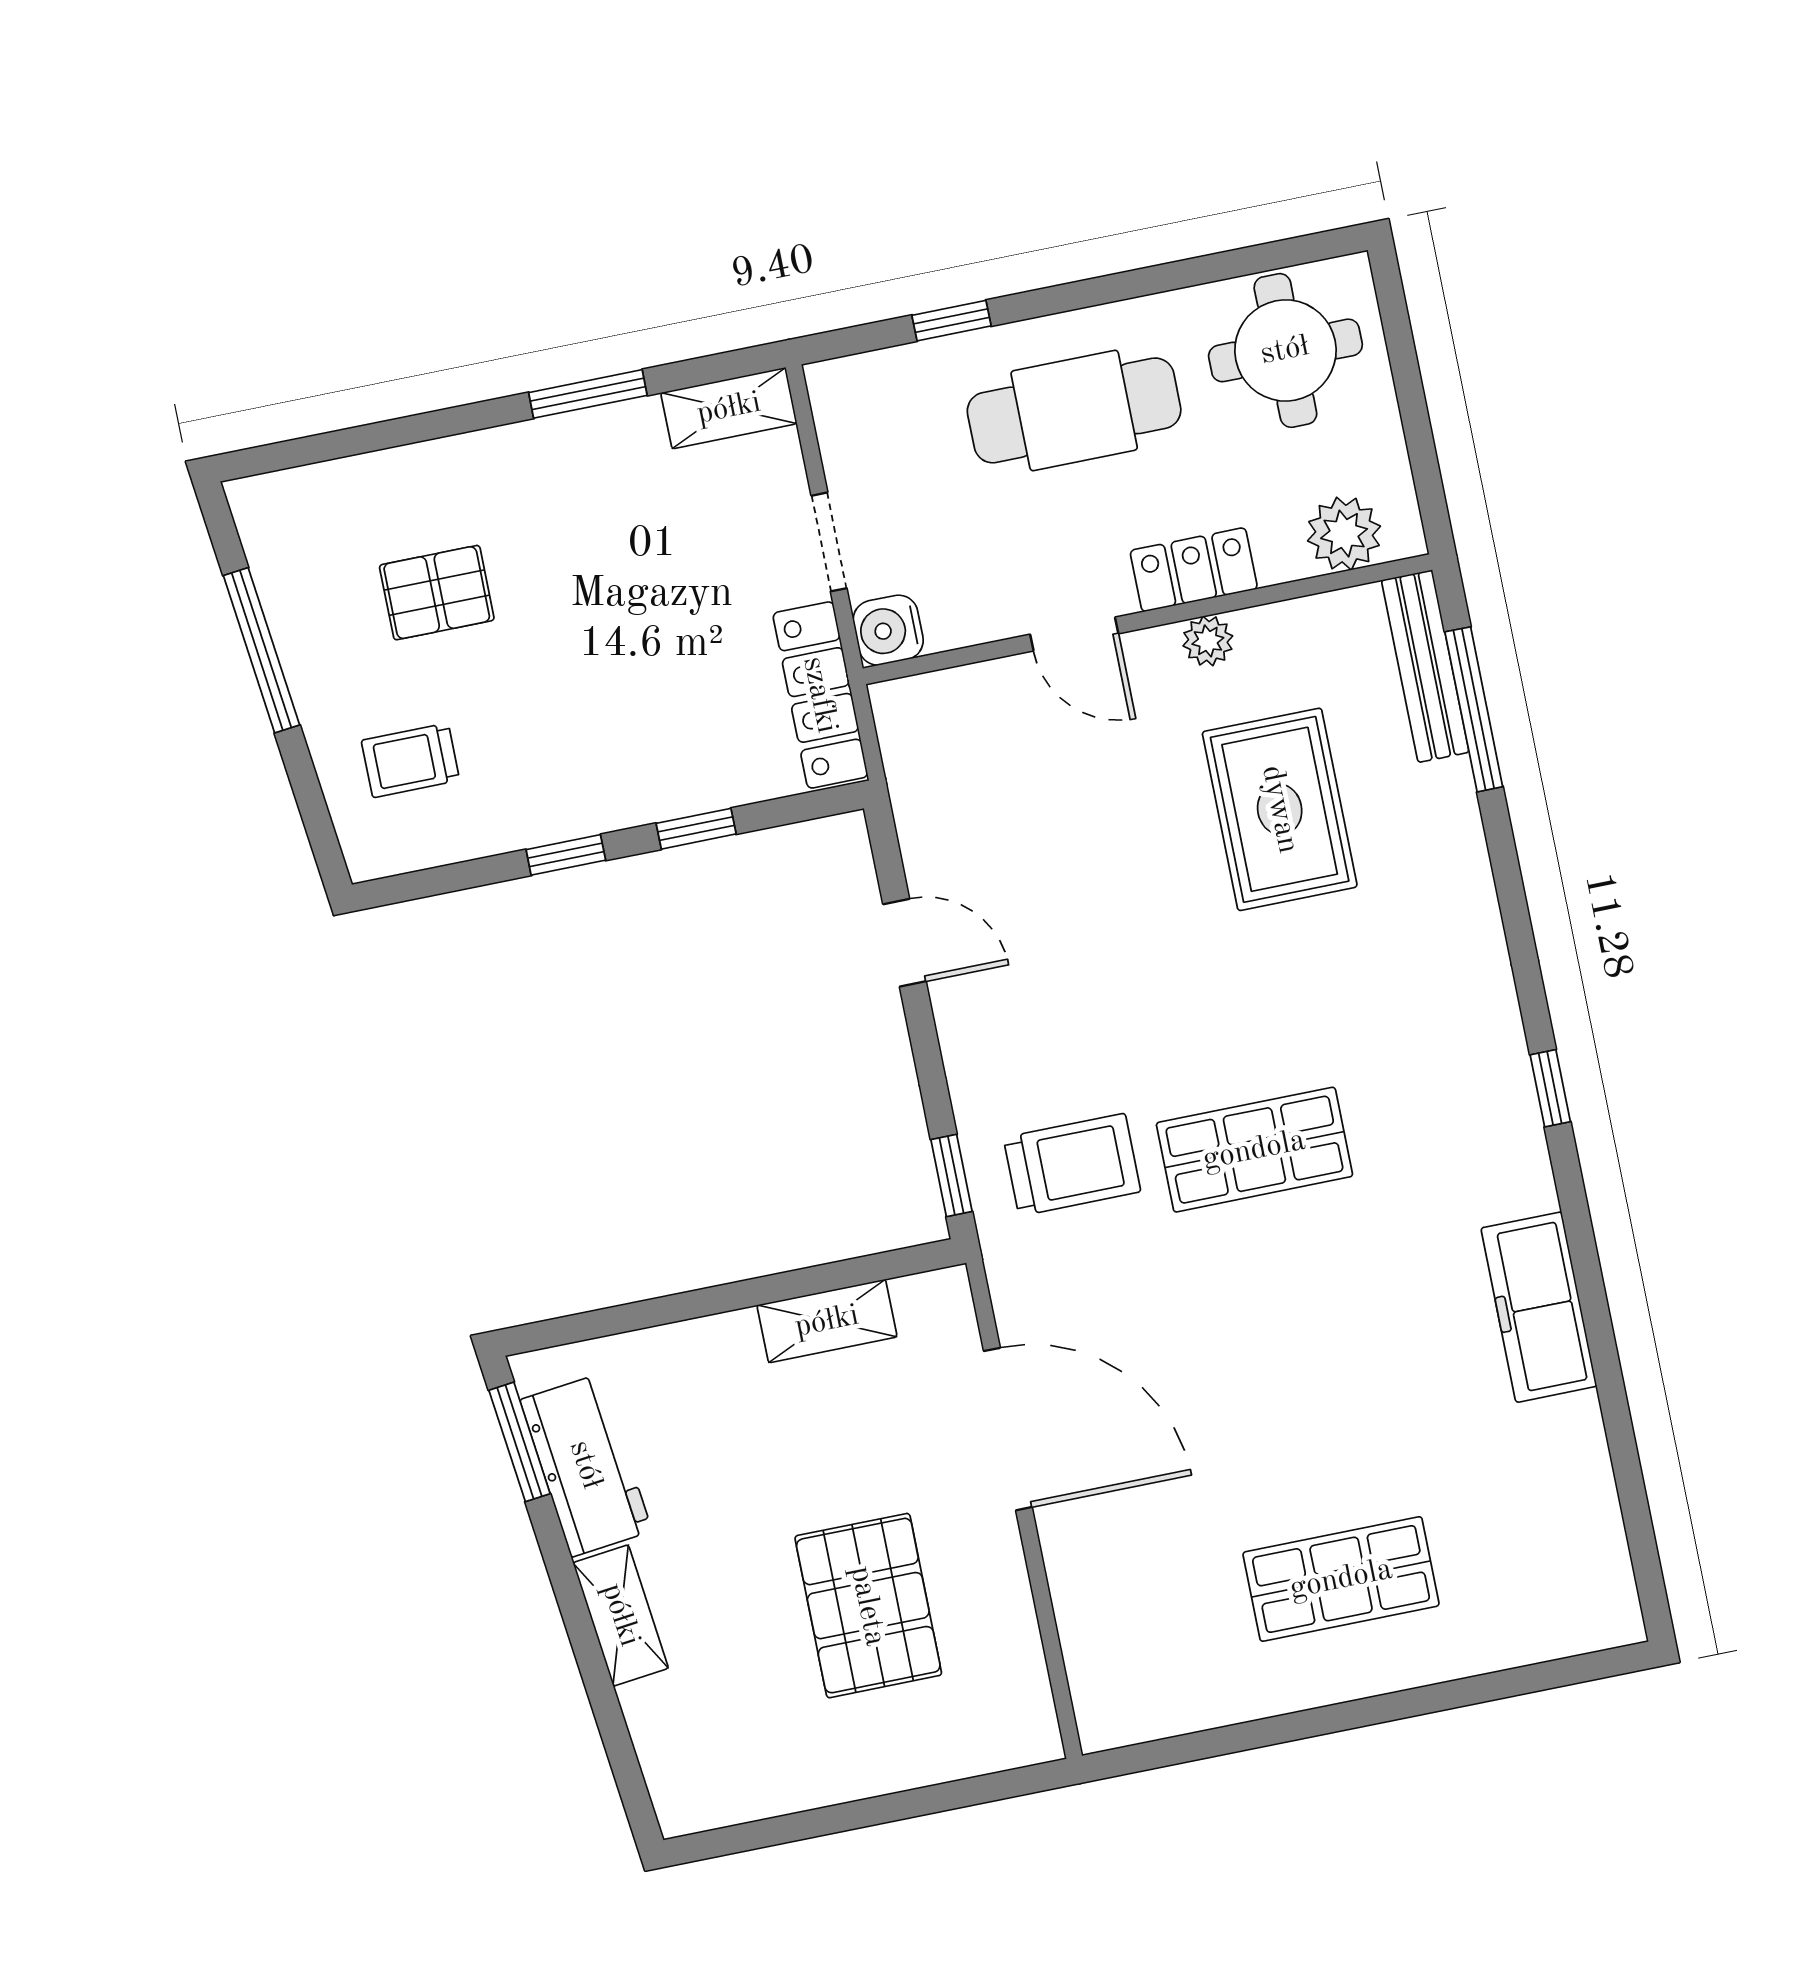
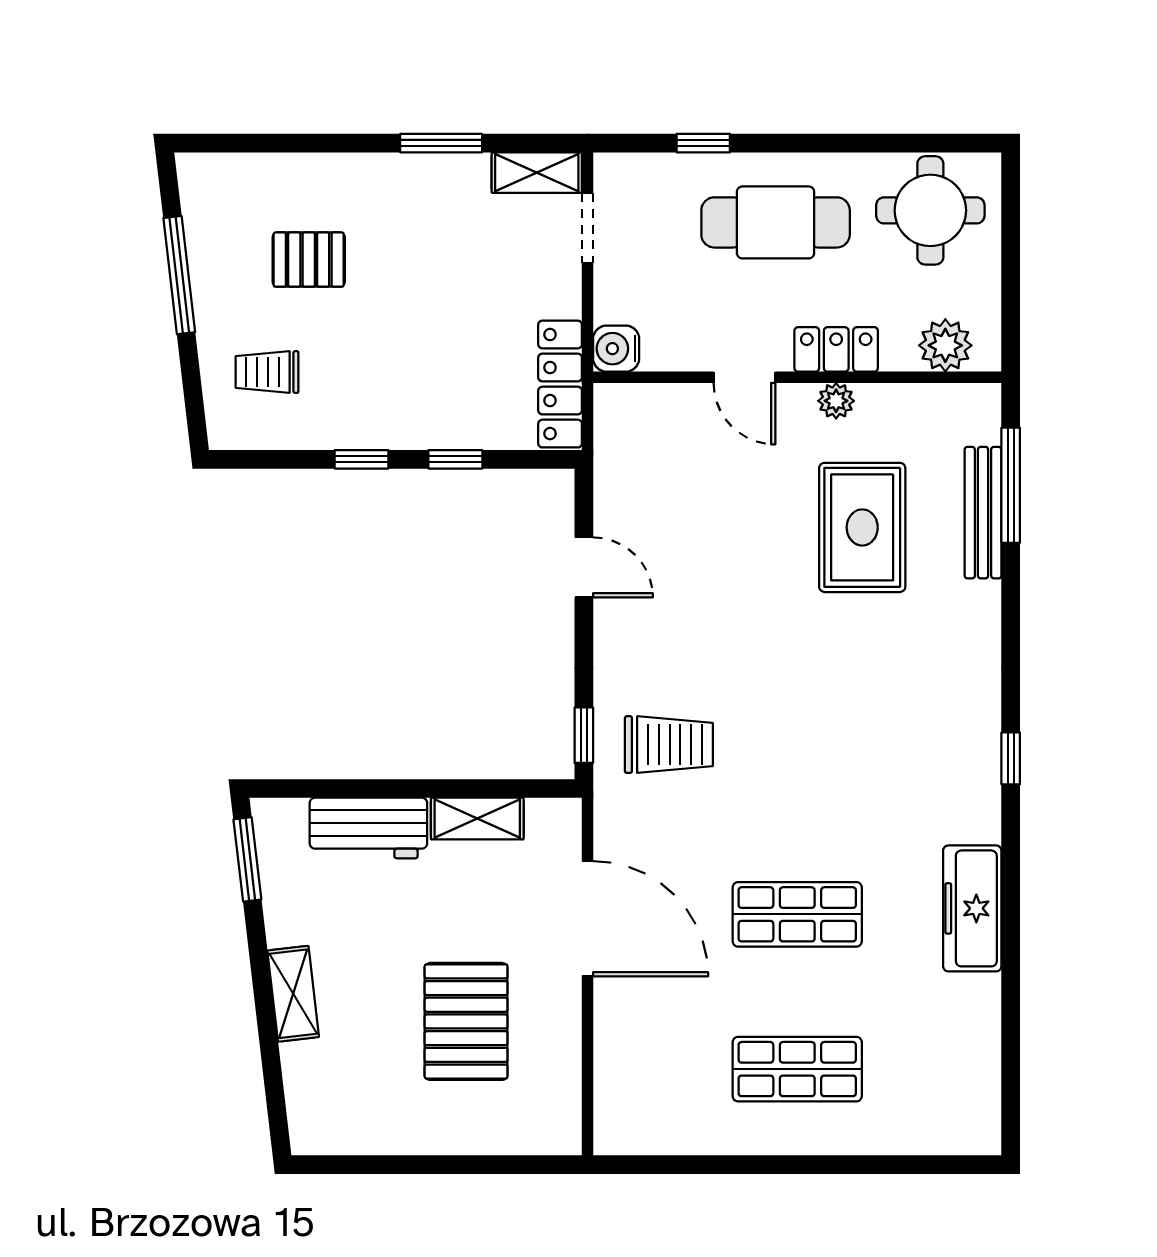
doorway: (829, 542) -> (587, 228), moved
bench: (1425, 666) -> (983, 513), moved
shop shelf: (1254, 1150) -> (797, 914), moved
workbench: (586, 1465) -> (368, 828), moved, turned 97

